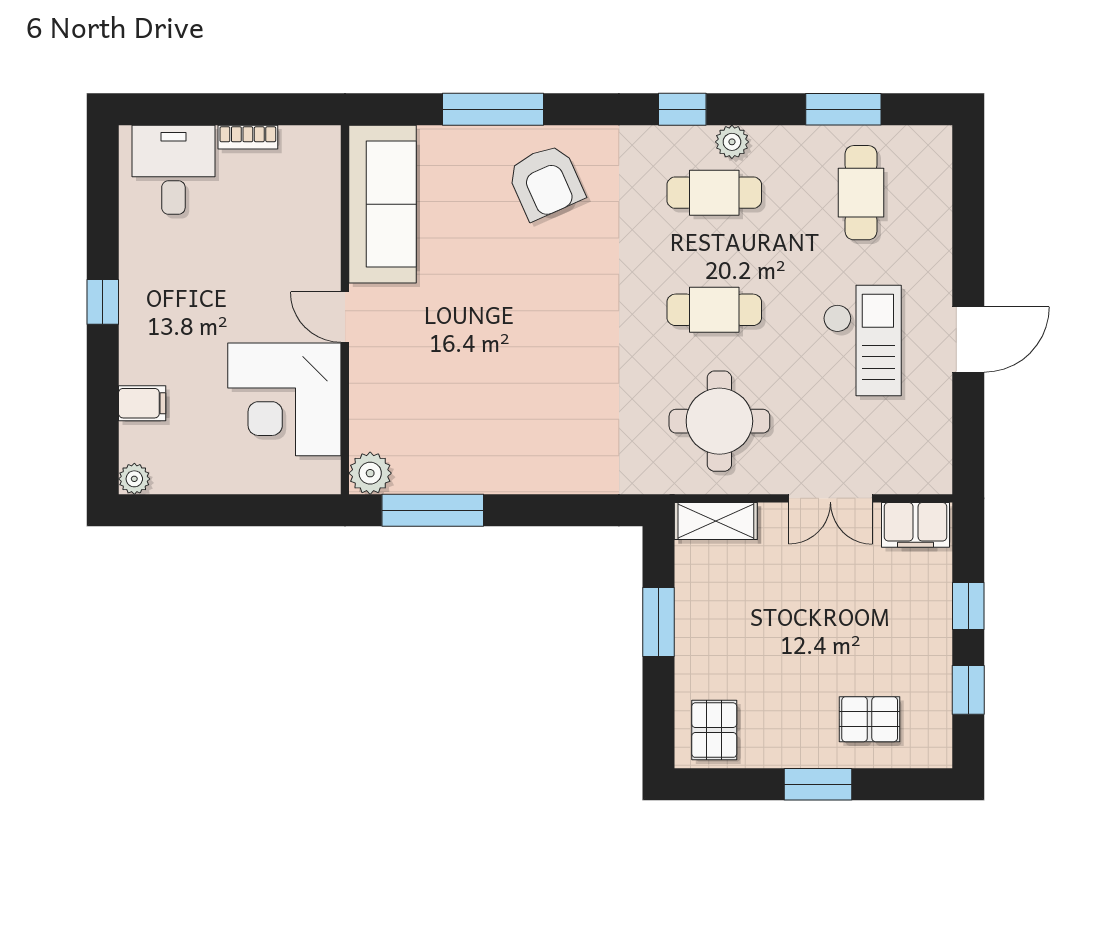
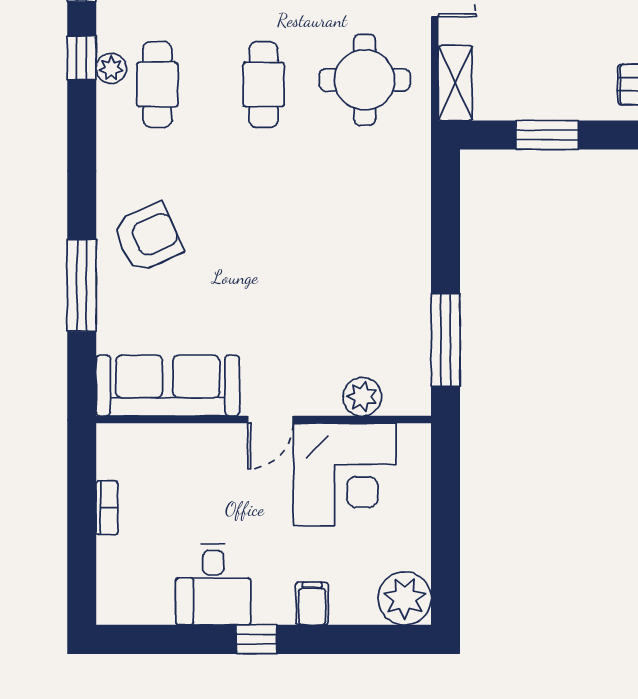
window: (682, 109) -> (82, 58), moved
desk: (173, 170) -> (213, 584), moved, turned -90
filing cabinet: (142, 403) -> (312, 604), moved
plant: (370, 473) -> (362, 397), moved
plant: (134, 479) -> (405, 598), width x1.87, depth x1.87

